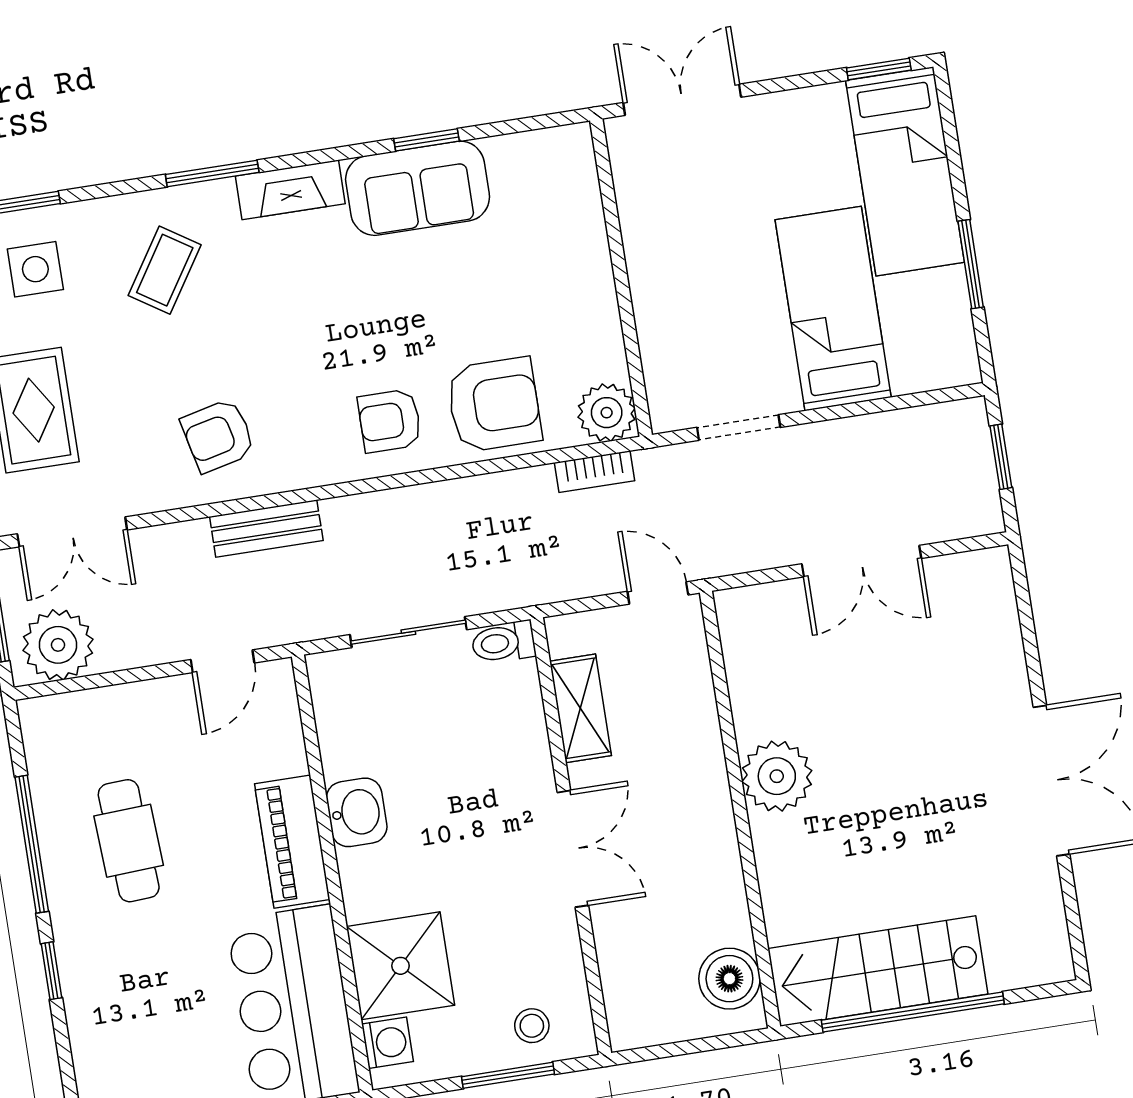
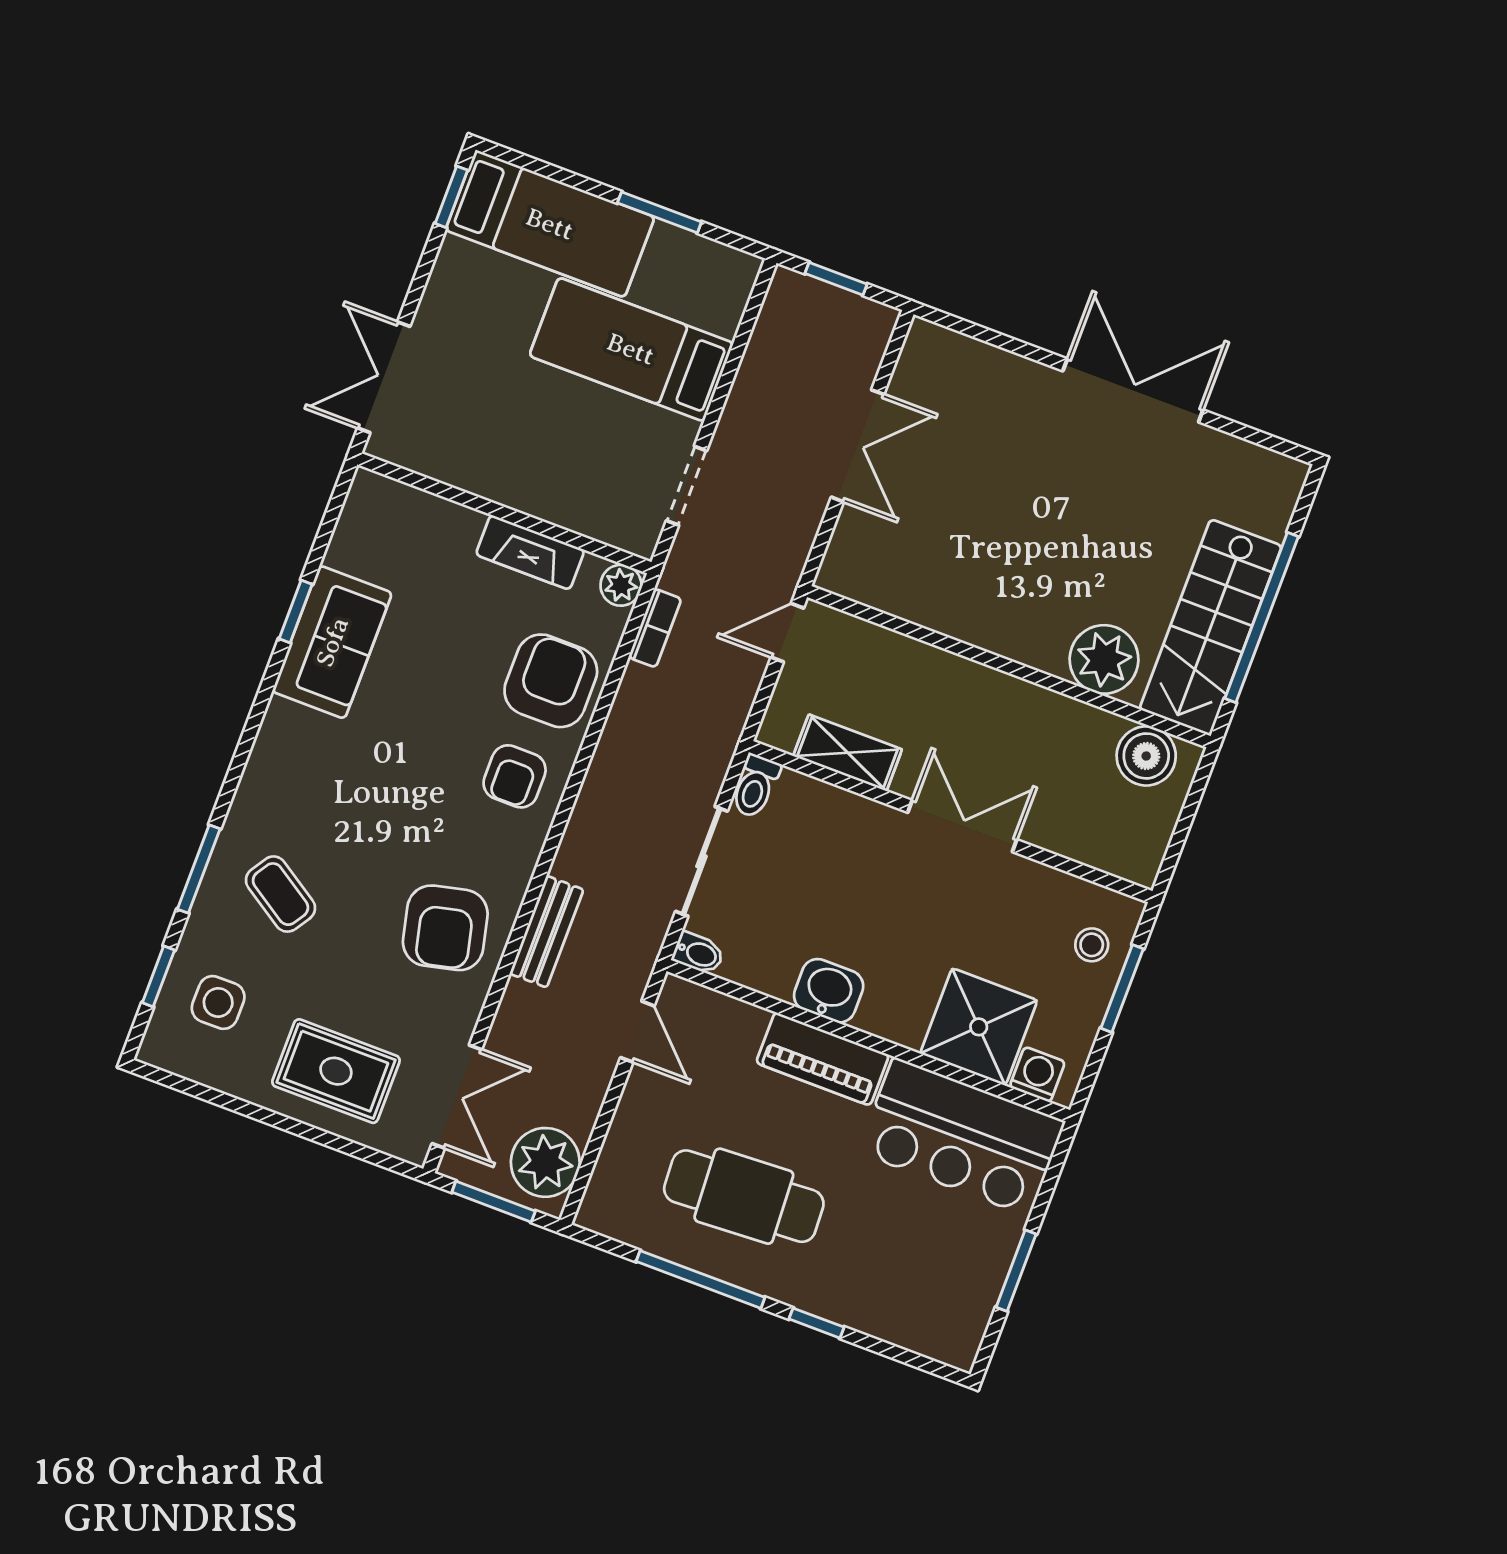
window: (212, 173) -> (199, 869), moved
fireplace: (290, 190) -> (530, 552), moved, turned 90
plant: (607, 413) -> (621, 585), width x0.73, depth x0.73
armchair: (218, 436) -> (445, 928), width x1.38, depth x1.38
bidet: (324, 676) -> (698, 953), added
plant: (777, 776) -> (1104, 659), moved
cafe table: (129, 841) -> (744, 1196), width x1.37, depth x1.35

